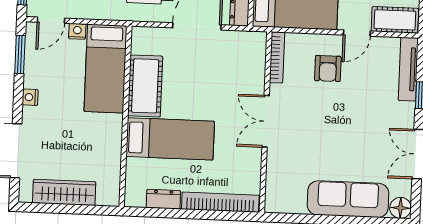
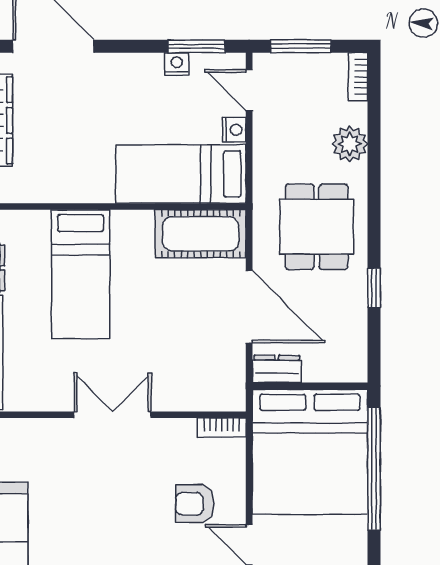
bookcase: (277, 57) -> (222, 428), width x0.64
cot: (145, 86) -> (201, 234), moved
nightstand: (30, 97) -> (177, 64), moved

